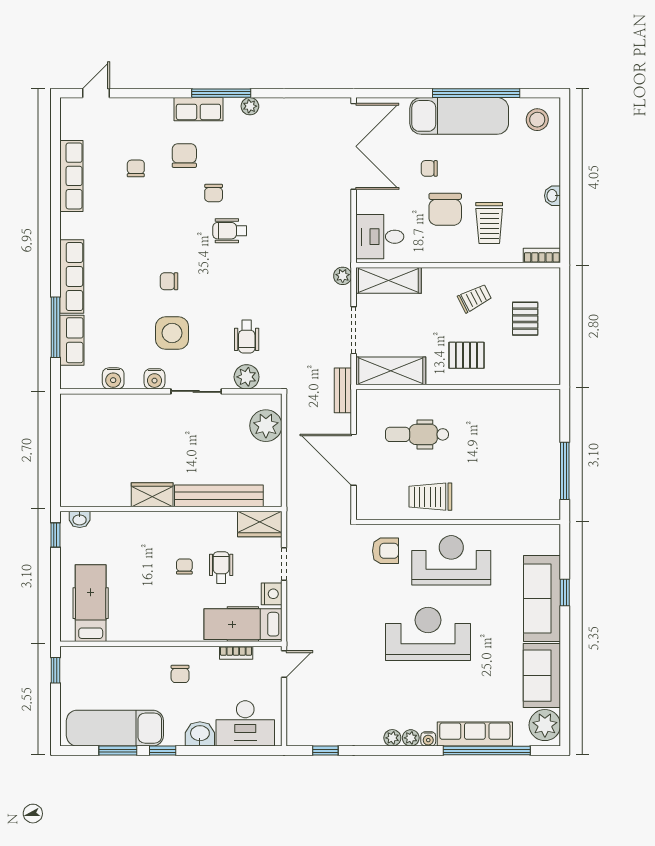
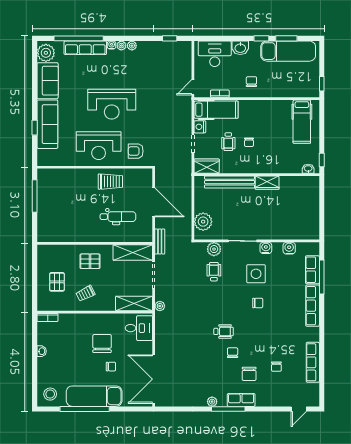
trolley: (489, 223) -> (77, 336), removed

